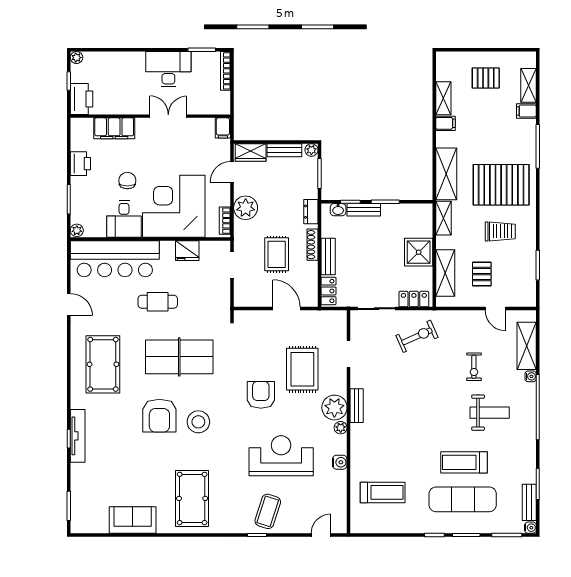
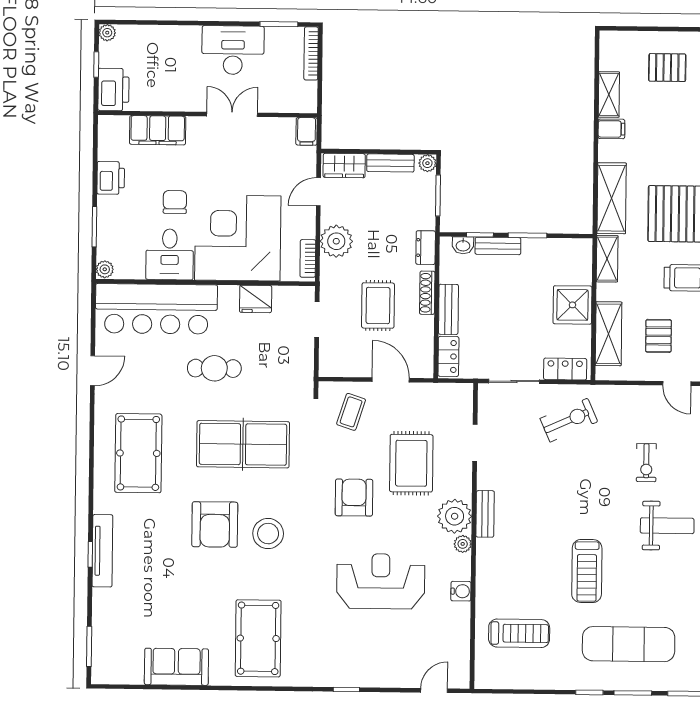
door: (69, 305) -> (93, 371), hinge flipped
treadmill: (464, 462) -> (587, 571), moved, turned -90
coffee table: (268, 511) -> (351, 412), moved, width x0.73, depth x0.77

